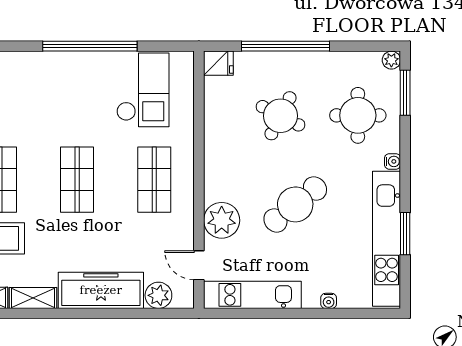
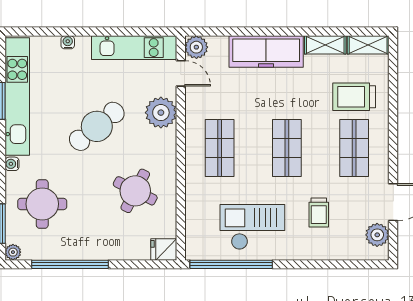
window: (90, 46) -> (231, 264), moved
window: (286, 46) -> (70, 264), moved
checkout: (143, 90) -> (252, 227), moved, turned 90
trolley: (40, 106) -> (319, 213), added
round table: (280, 116) -> (135, 191), moved
plant: (158, 295) -> (196, 47), moved

